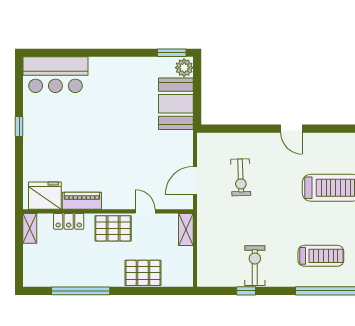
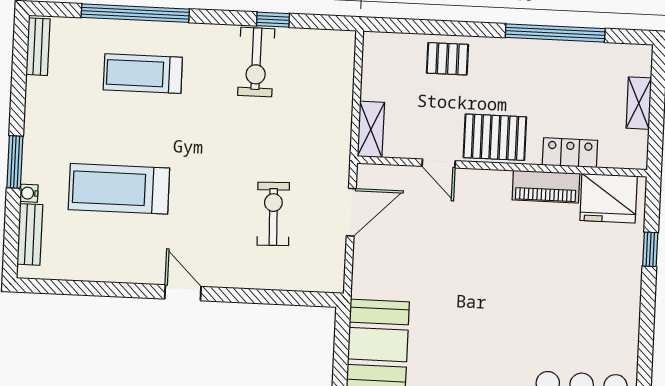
window: (19, 127) -> (650, 249), moved
shelving: (30, 228) -> (639, 103), moved
pallet: (143, 273) -> (447, 59), width x0.67, depth x0.71

